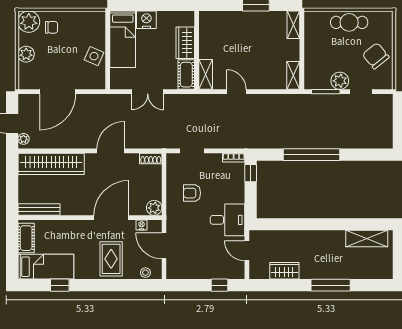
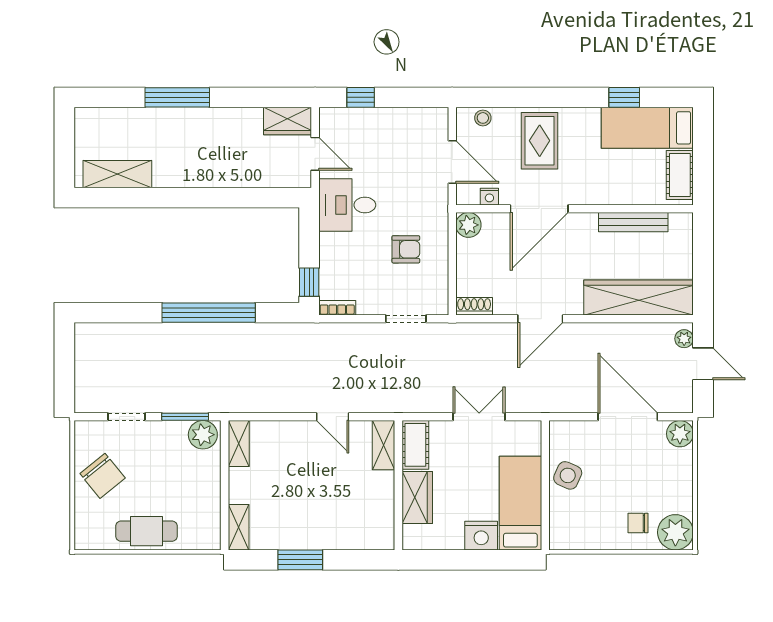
plant: (26, 54) -> (680, 434), moved
plant: (340, 81) -> (203, 435), moved
door: (58, 92) -> (628, 417), hinge flipped
bench: (39, 210) -> (633, 222), moved
wardrobe: (284, 271) -> (288, 121), moved

